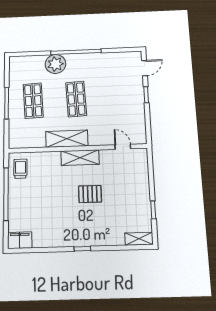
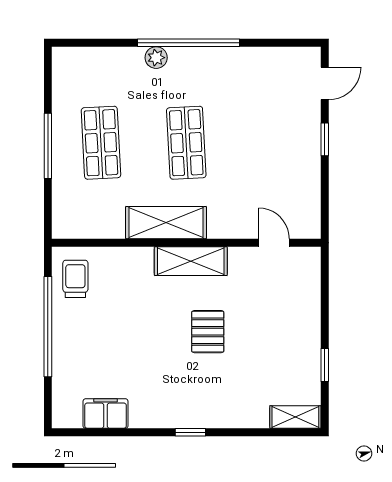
plant: (55, 64) -> (156, 58), width x0.53, depth x0.53
pallet: (90, 194) -> (208, 332), turned 90
filing cabinet: (20, 240) -> (106, 414), moved

